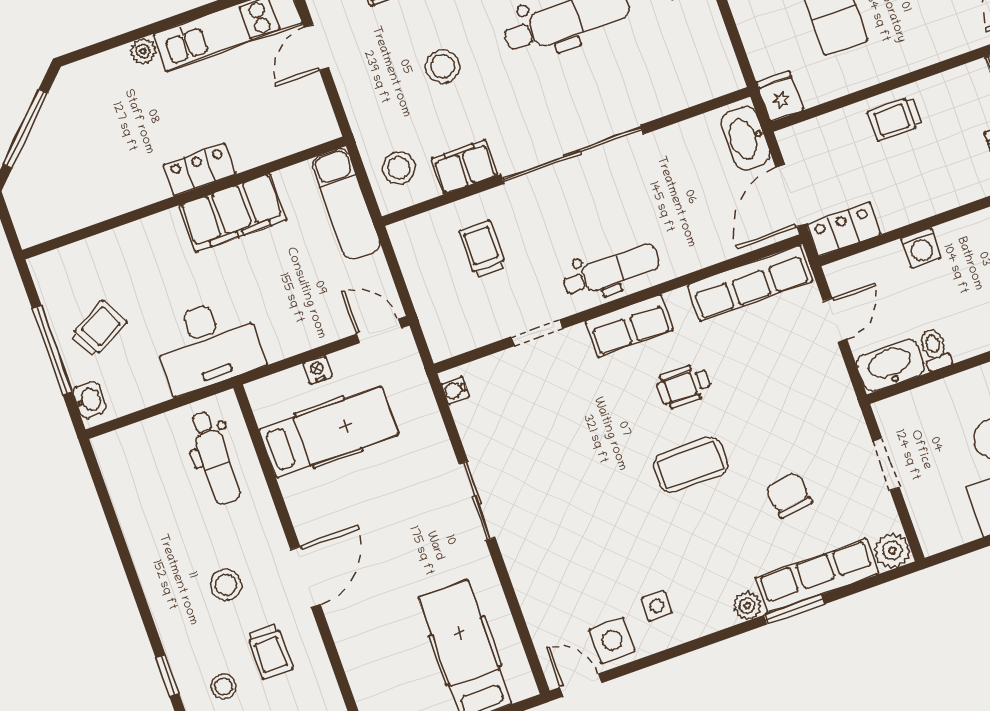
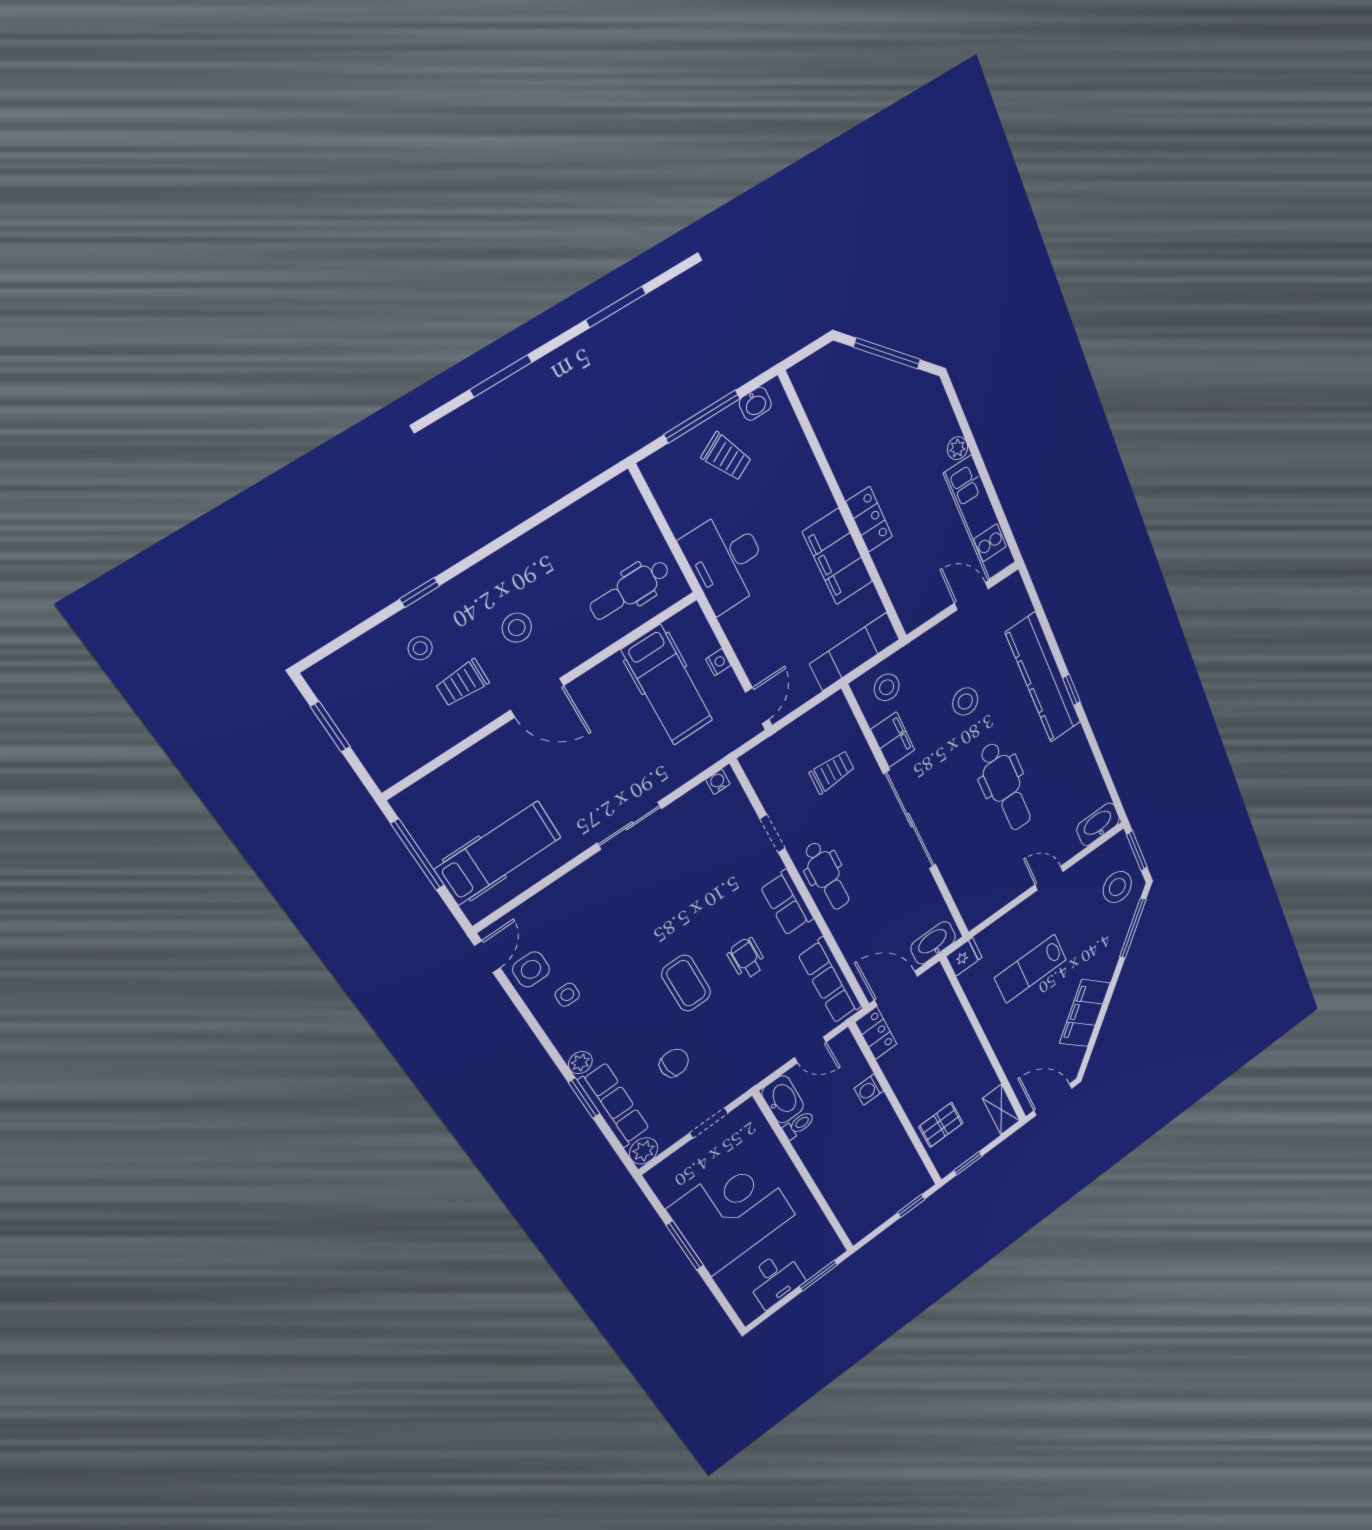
trolley: (895, 119) -> (956, 1040), removed
washbasin: (89, 400) -> (755, 404), moved

